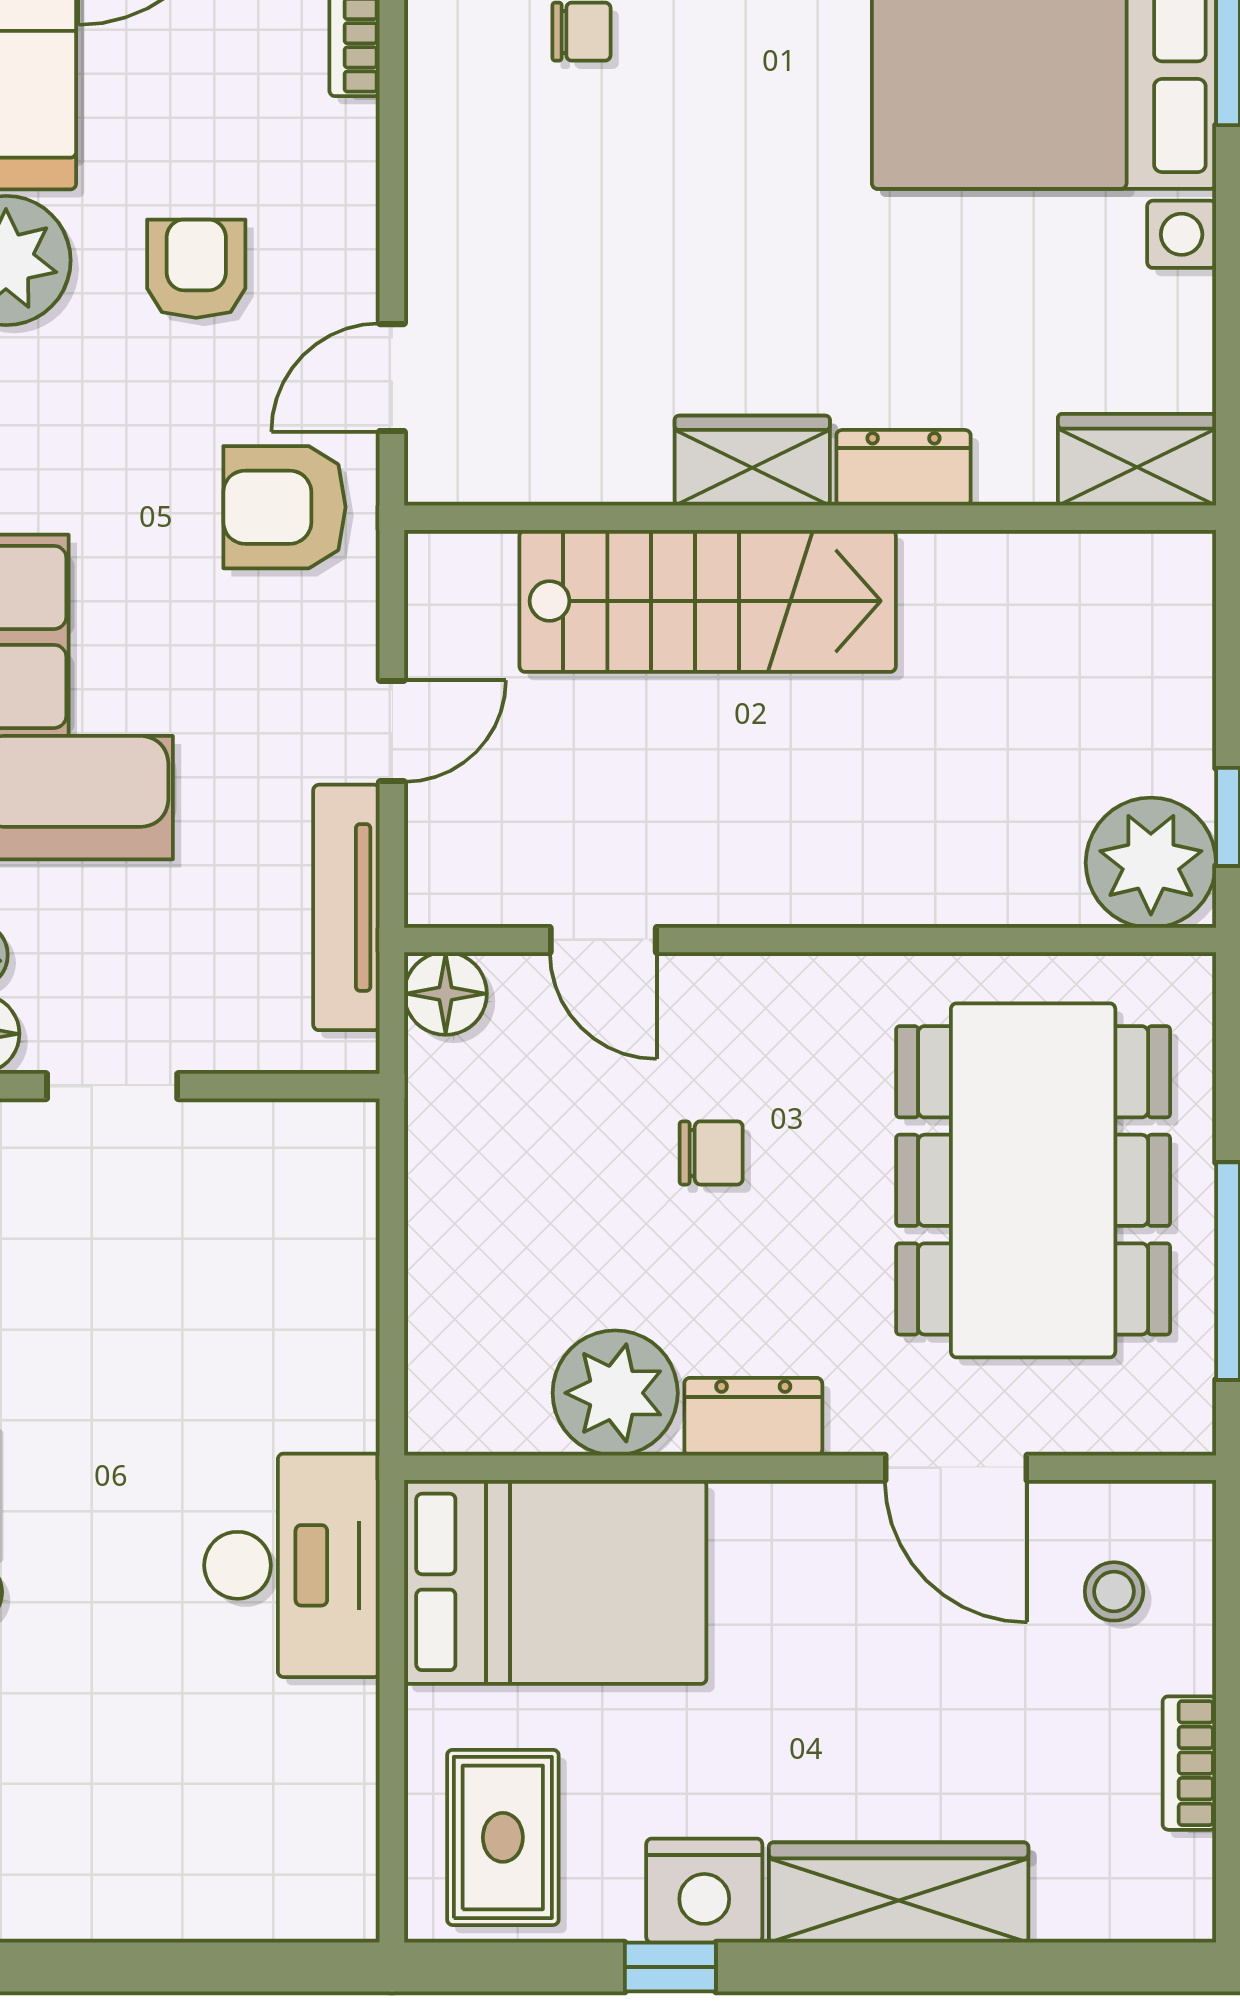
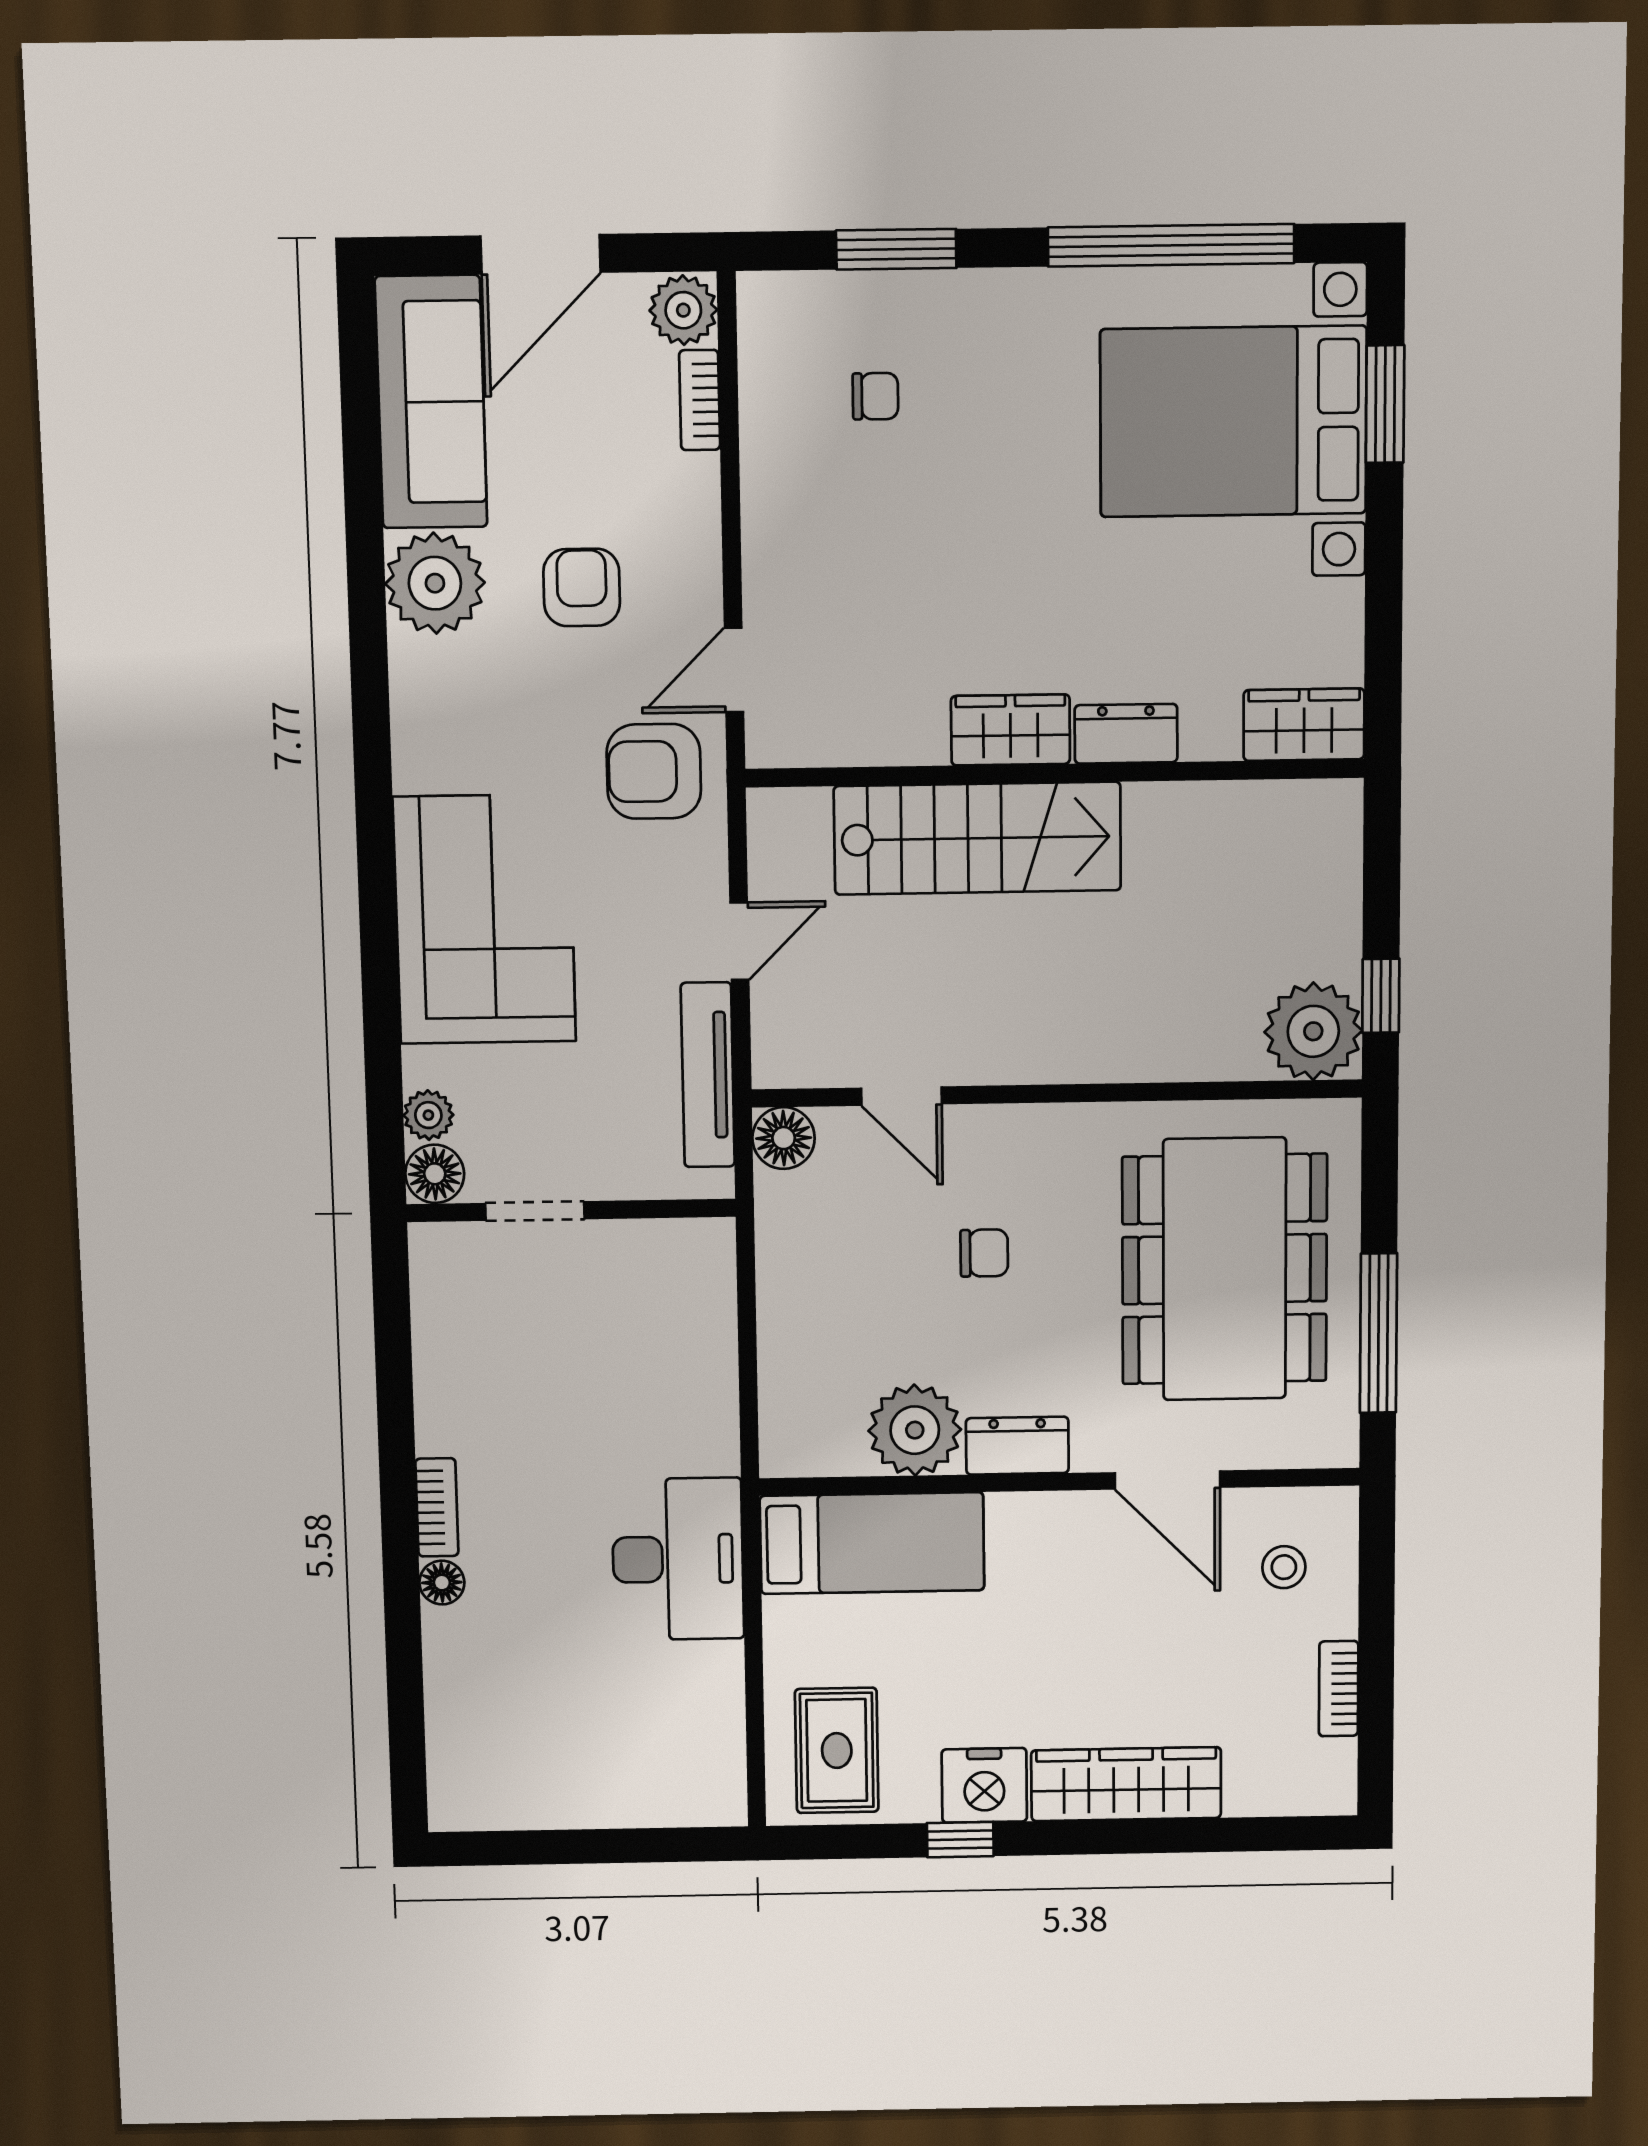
bed: (555, 1582) -> (872, 1543), width x0.67

